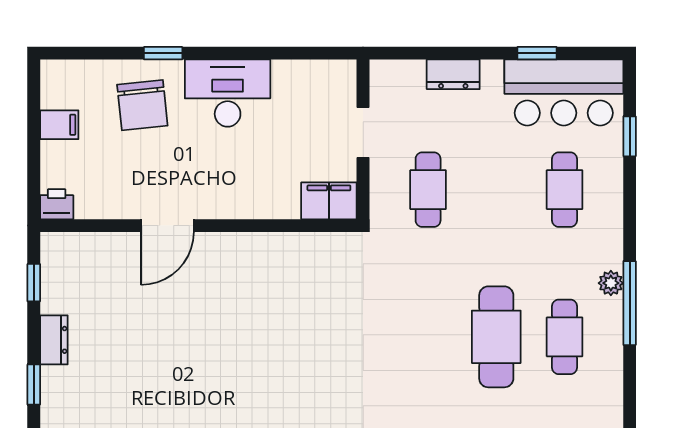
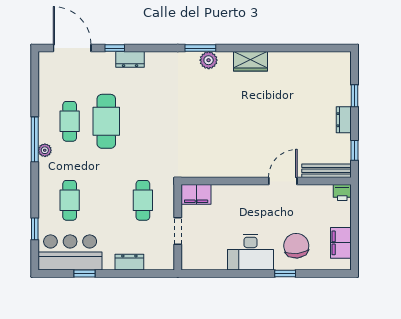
filing cabinet: (59, 125) -> (341, 243), width x2.00
bench: (86, 245) -> (327, 171), added

